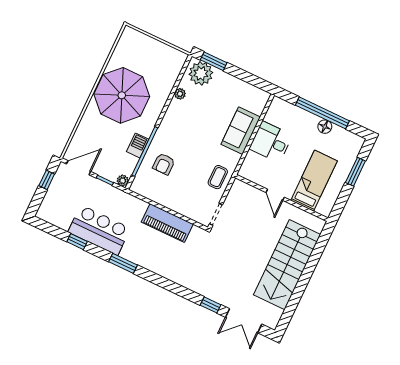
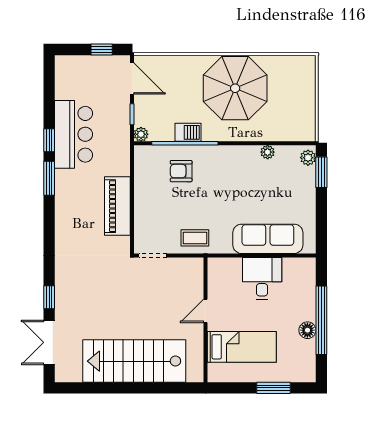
plant: (201, 73) -> (308, 158), width x0.53, depth x0.53
sofa: (241, 131) -> (268, 239), width x1.36
window: (77, 242) -> (49, 140), moved

